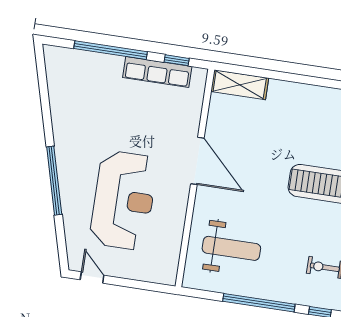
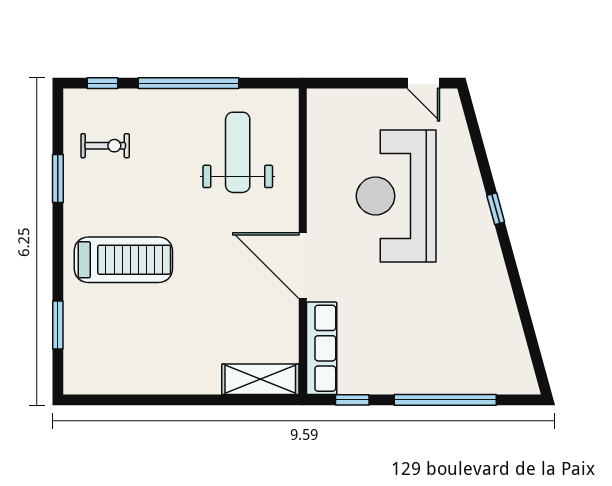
row of seats: (157, 72) -> (322, 348), moved, turned 90
window: (54, 181) -> (496, 209), width x0.32
weight bench: (231, 248) -> (238, 152), turned 90

